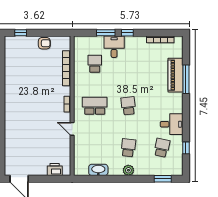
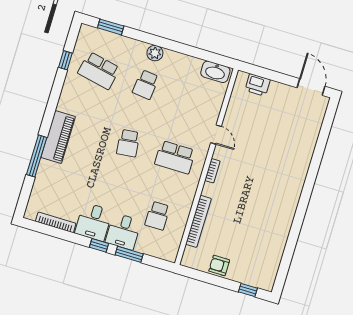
piano: (176, 75) -> (58, 137), moved
desk: (172, 124) -> (94, 222), moved, turned -90
school desk: (162, 148) -> (99, 71), width x1.85
washbasin: (98, 170) -> (215, 72), moved

